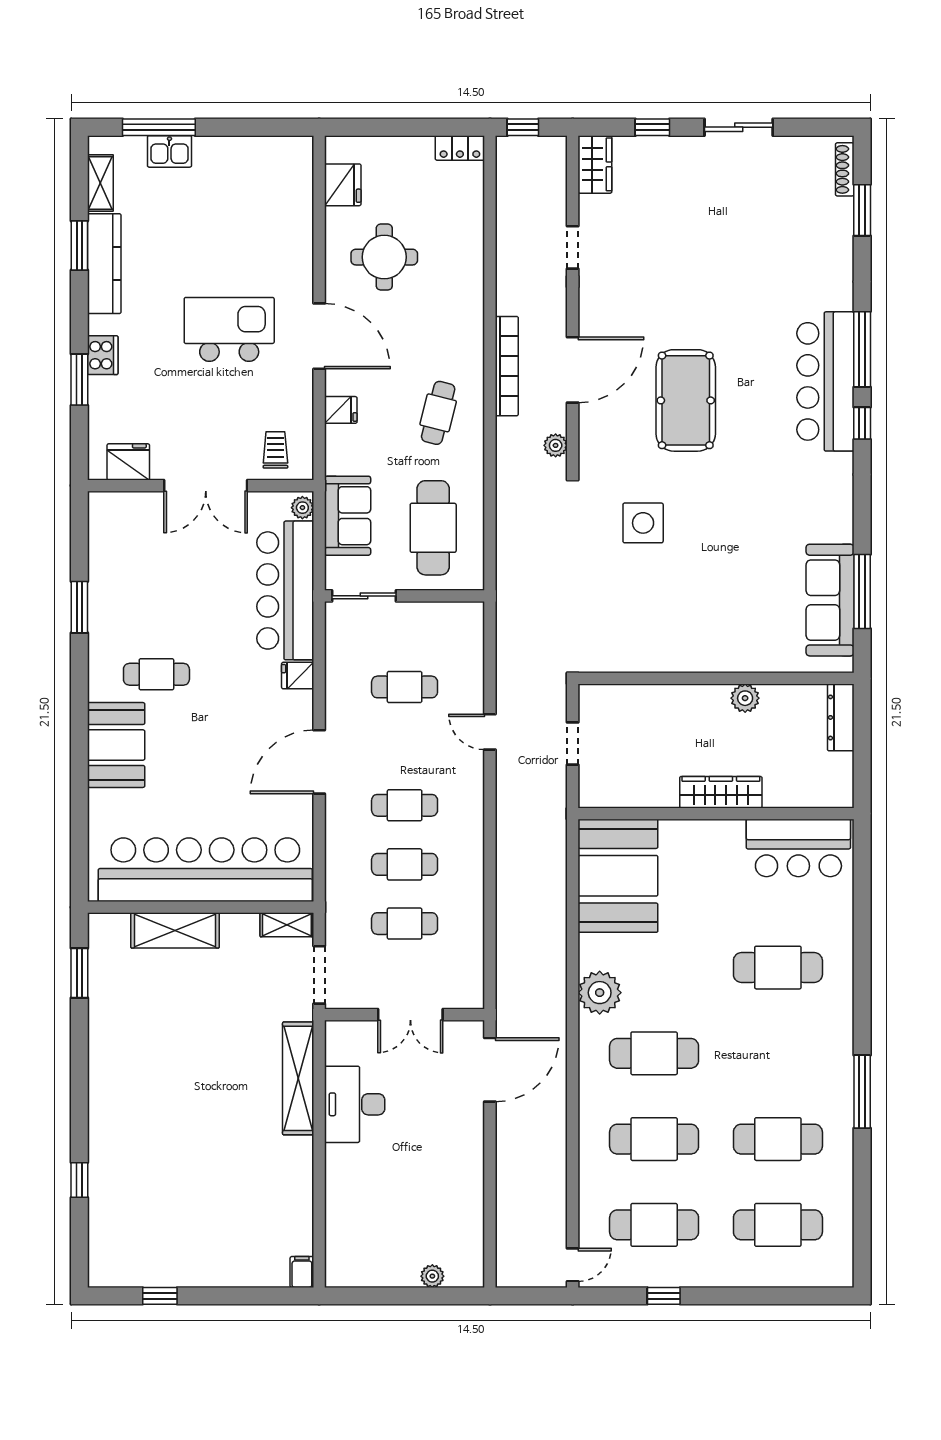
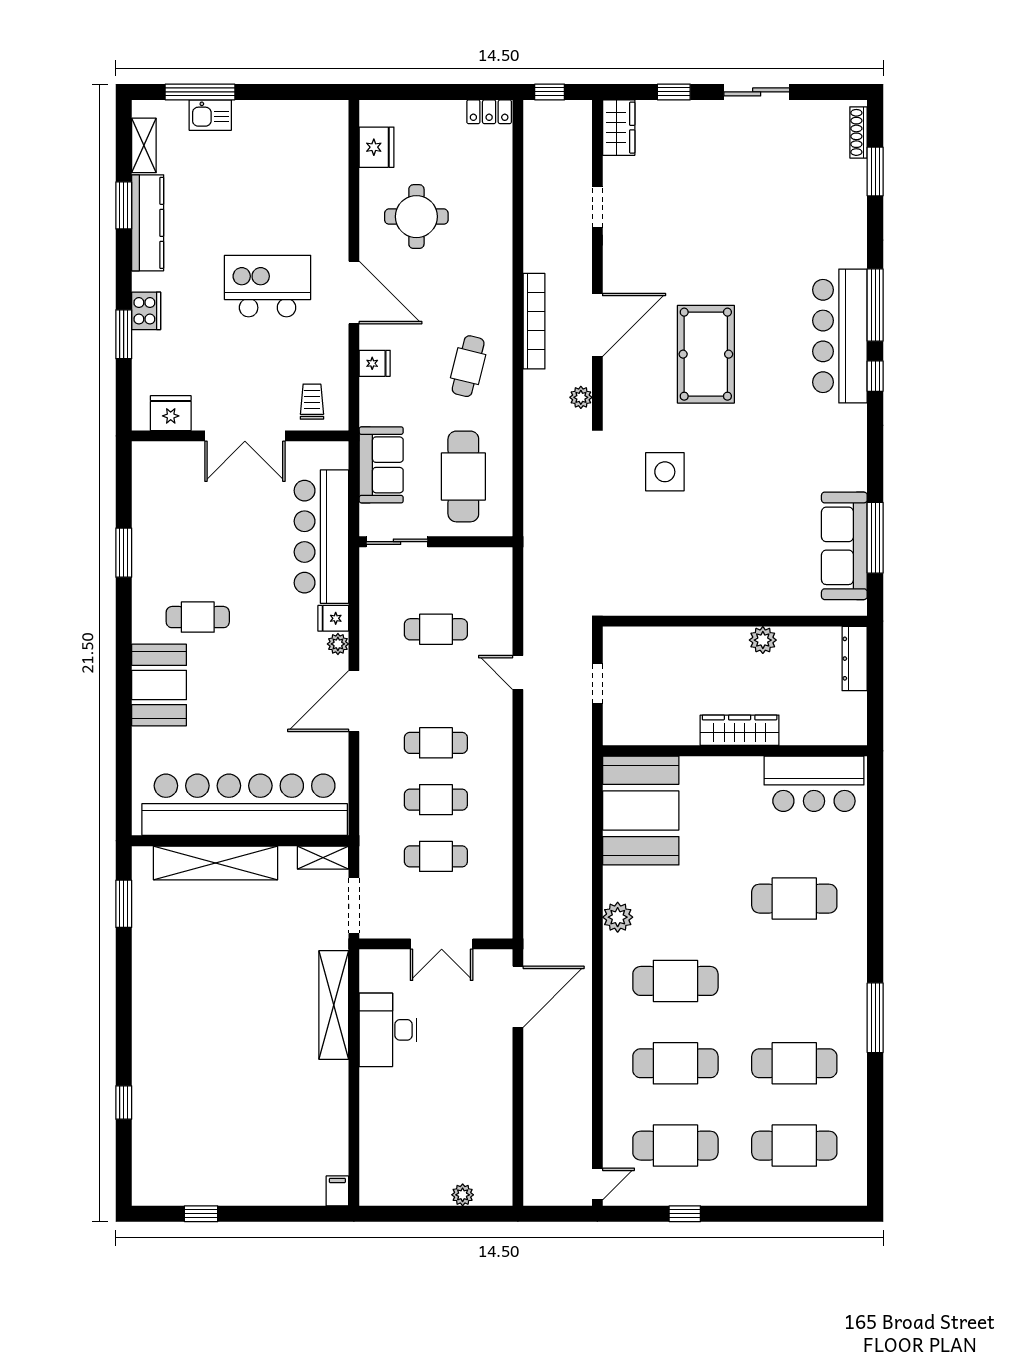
plant: (302, 508) -> (338, 644), moved
shelving: (175, 930) -> (216, 863), width x1.47
plant: (600, 993) -> (618, 917), width x0.73, depth x0.73

